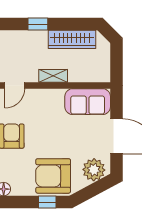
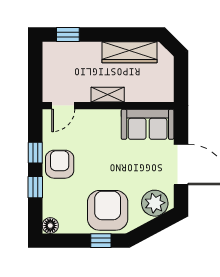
window: (38, 24) -> (68, 34), moved
armchair: (53, 176) -> (108, 210), turned 90

